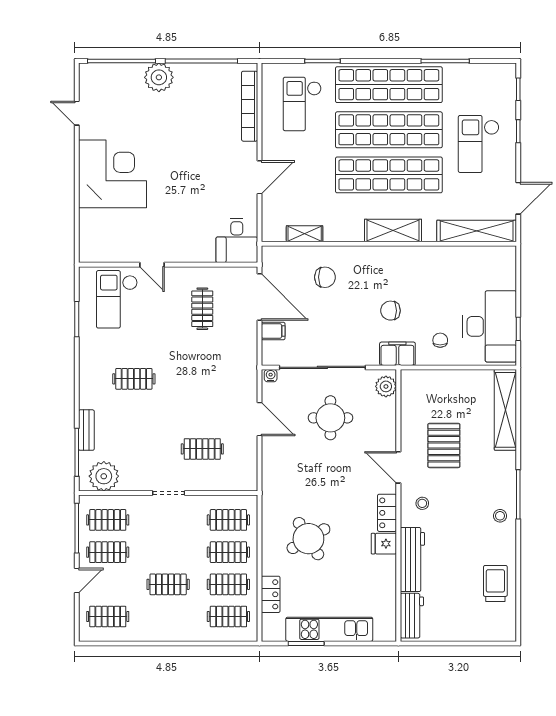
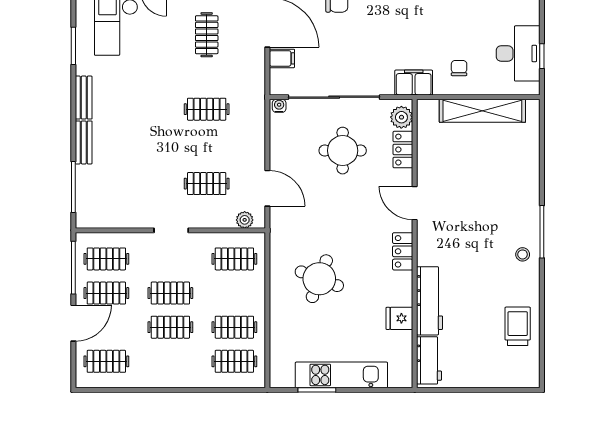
chair: (390, 311) -> (406, 37), removed
desk: (490, 326) -> (518, 53), width x0.73, depth x0.77
bench: (86, 368) -> (84, 98), added
clothes rail: (134, 379) -> (207, 109), moved
shelving: (505, 410) -> (482, 111), moved, turned 90
door: (259, 419) -> (267, 188), moved
bench: (86, 430) -> (84, 142), moved
pallet: (444, 445) -> (463, 180), removed
plant: (104, 476) -> (245, 220), moved, width x0.53, depth x0.53
stool: (422, 503) -> (440, 241), removed
round table: (308, 539) -> (319, 279), turned -38
fridge: (384, 544) -> (399, 318), moved
clothes rail: (228, 552) -> (170, 293), moved
door: (77, 580) -> (73, 323), width x1.38
locker: (271, 594) -> (403, 150), moved, turned 180

